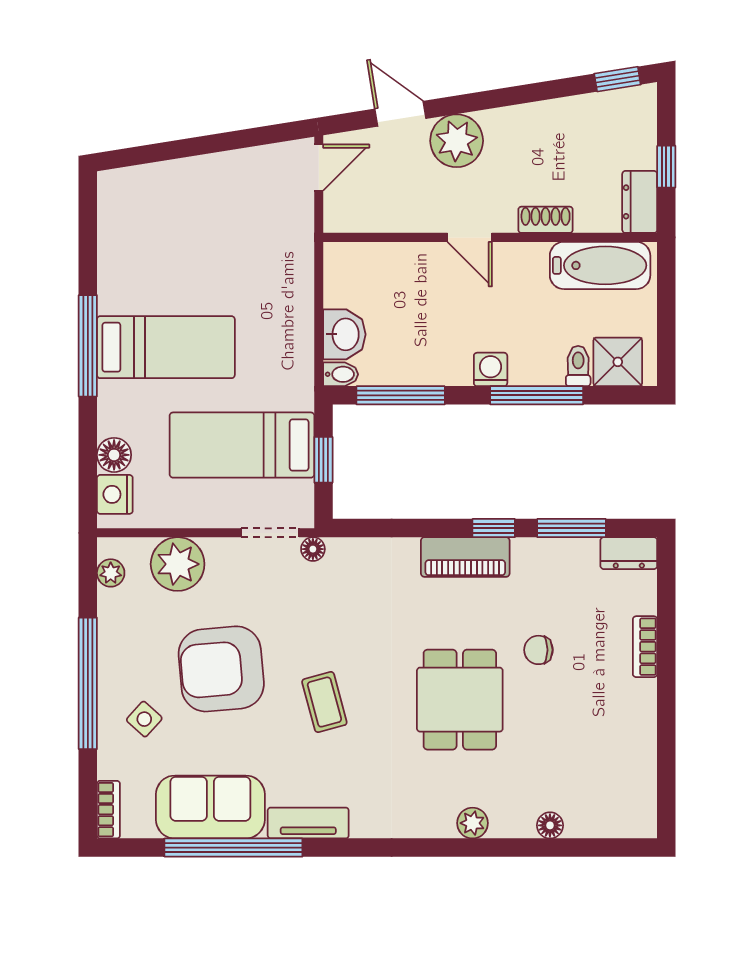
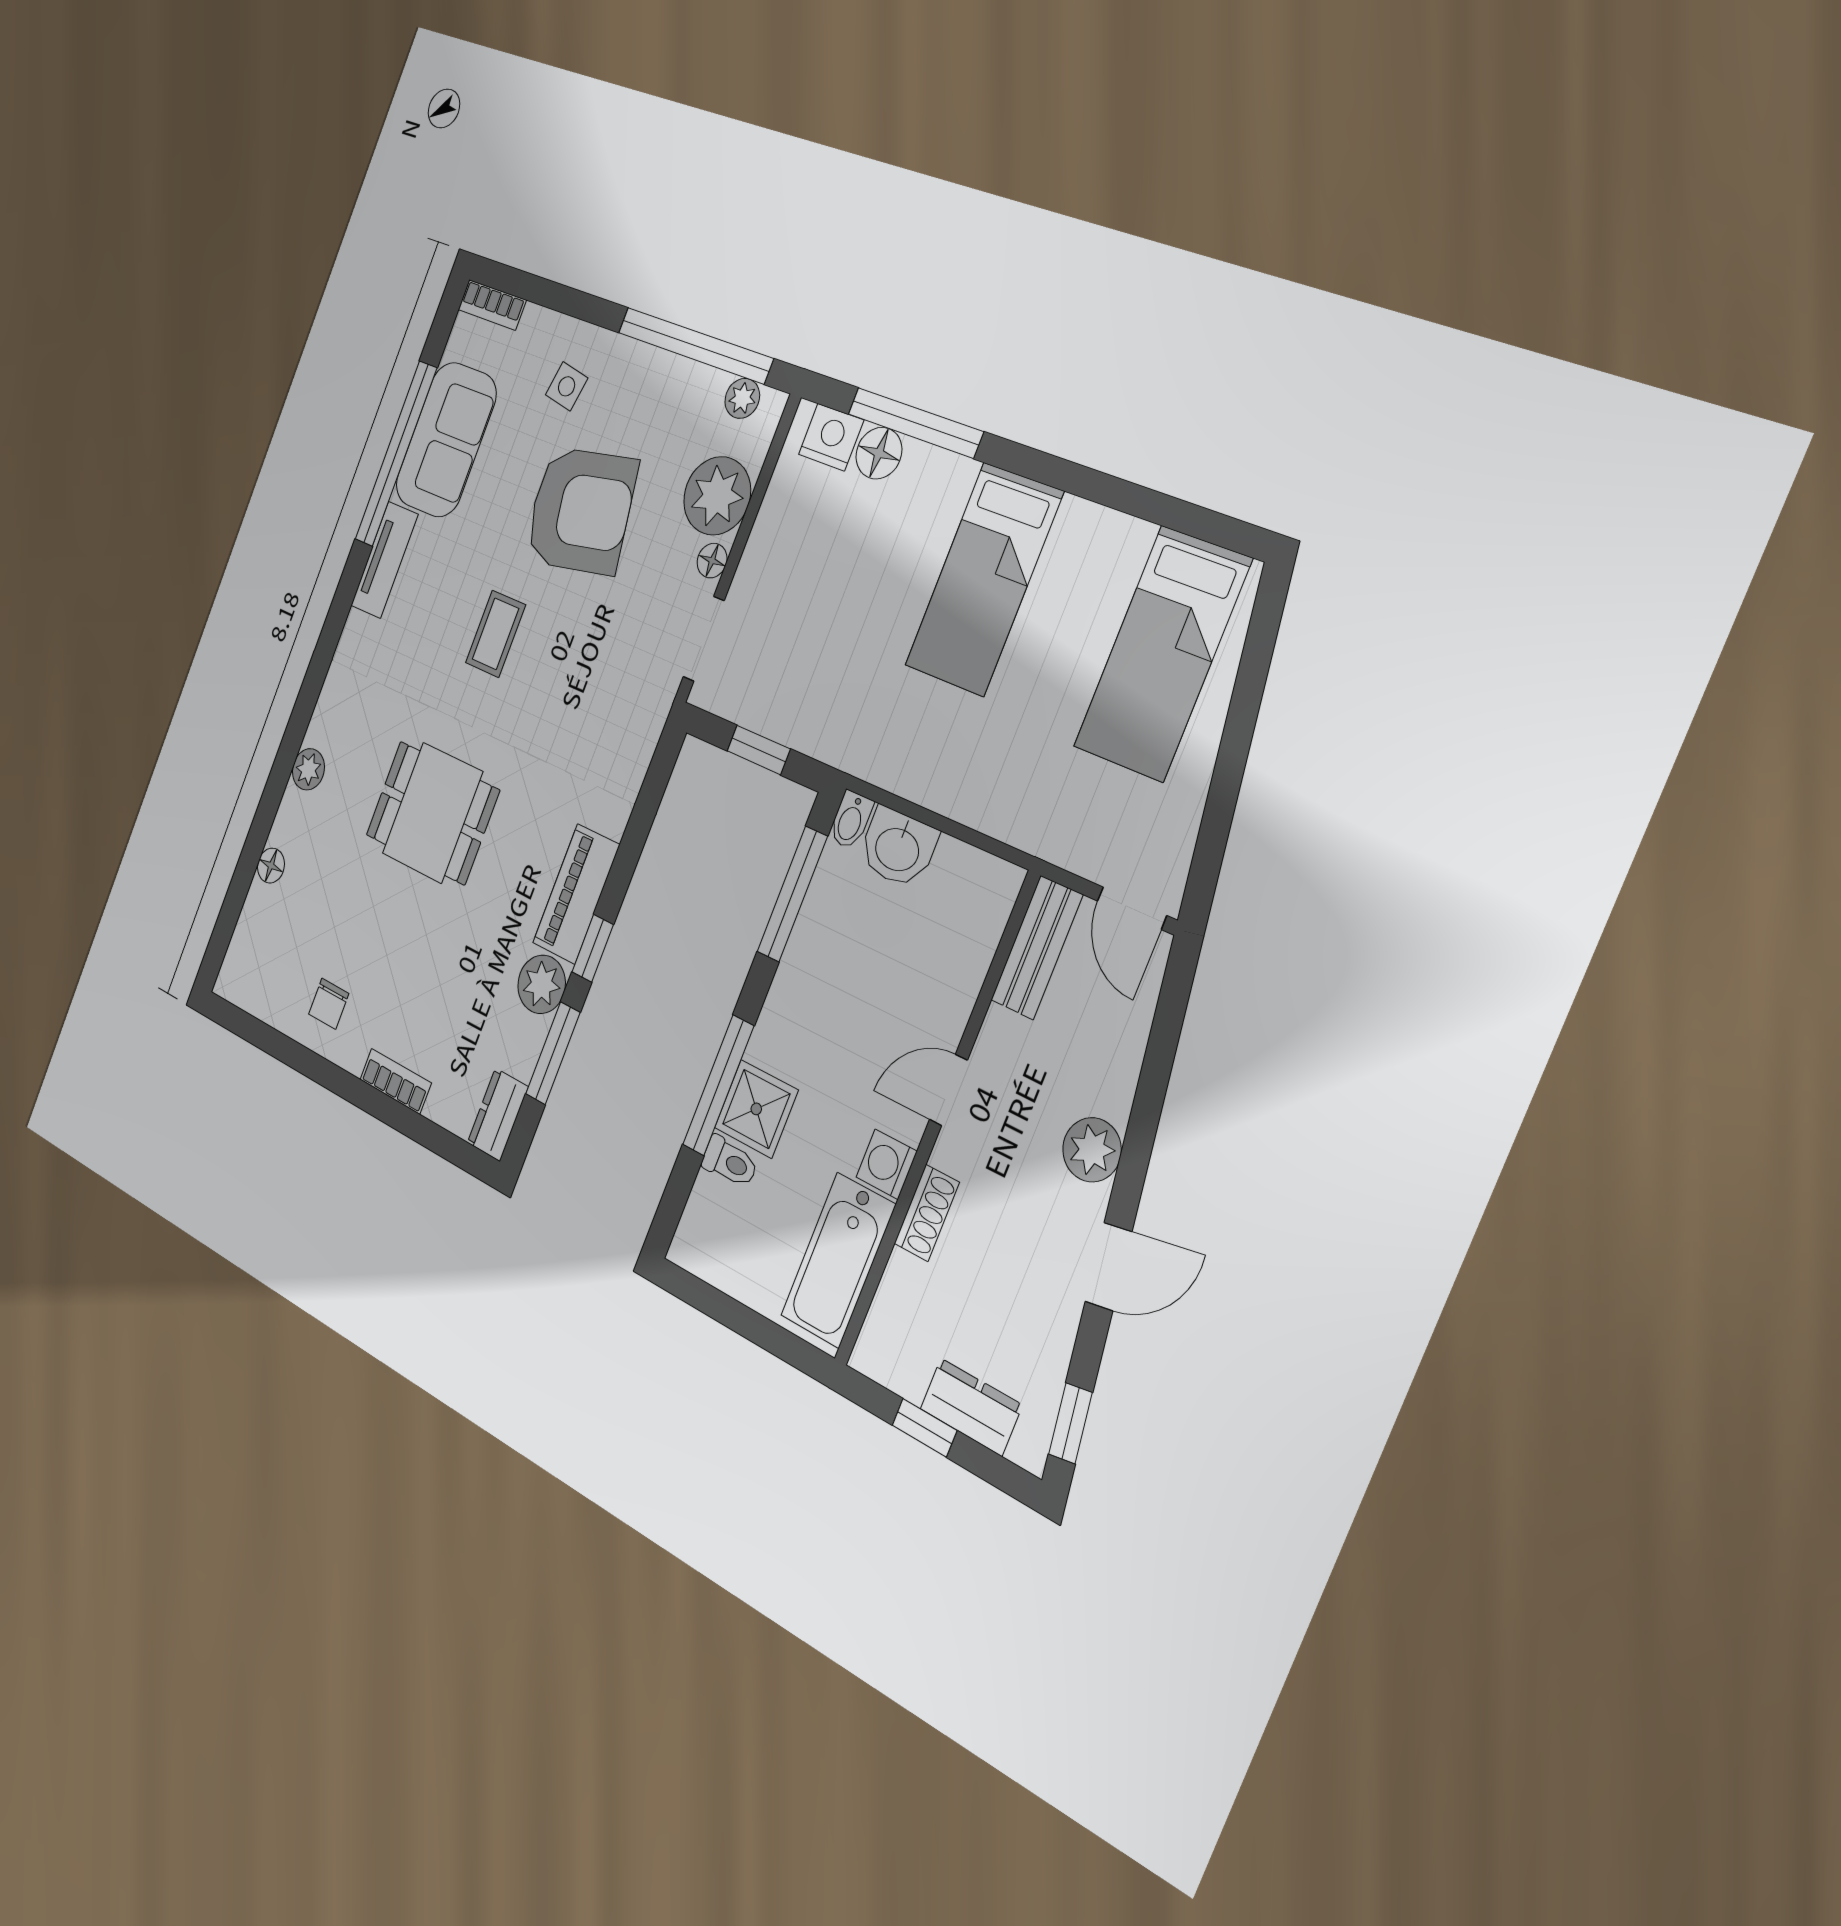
door: (400, 114) -> (1108, 1267), moved
plant: (457, 141) -> (1092, 1150), width x0.73, depth x0.73
dresser: (640, 202) -> (971, 1407), moved
bench: (365, 217) -> (1037, 947), added
window: (88, 346) -> (915, 423), moved
shower: (618, 362) -> (756, 1109), moved
washing machine: (491, 369) -> (887, 1164), moved, turned 180
bed: (242, 445) -> (1162, 653), moved, turned 180
floor lamp: (313, 549) -> (712, 561), moved
plant: (533, 557) -> (542, 984), added
chair: (538, 650) -> (329, 1004), moved, turned 180
armchair: (221, 669) -> (581, 510), turned 85
window: (88, 683) -> (695, 345), moved
coffee table: (324, 702) -> (495, 634), turned -75
side table: (144, 719) -> (567, 386), turned -32

